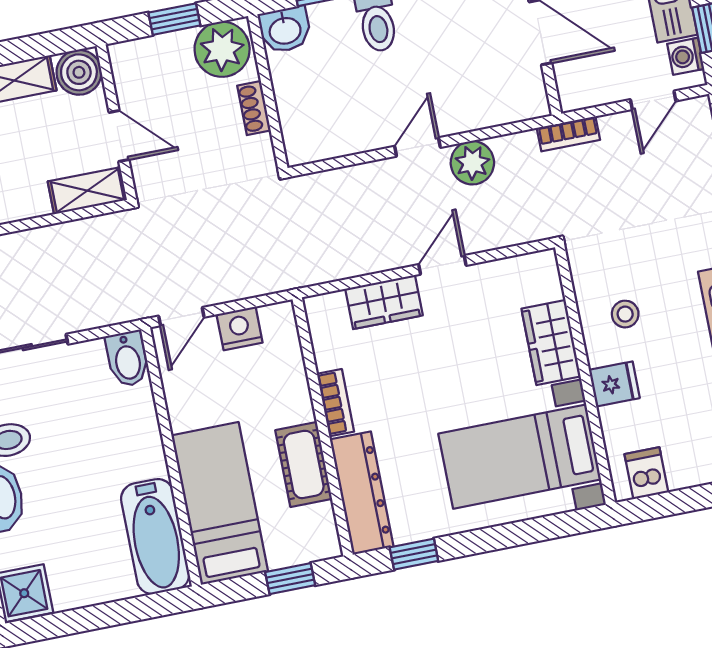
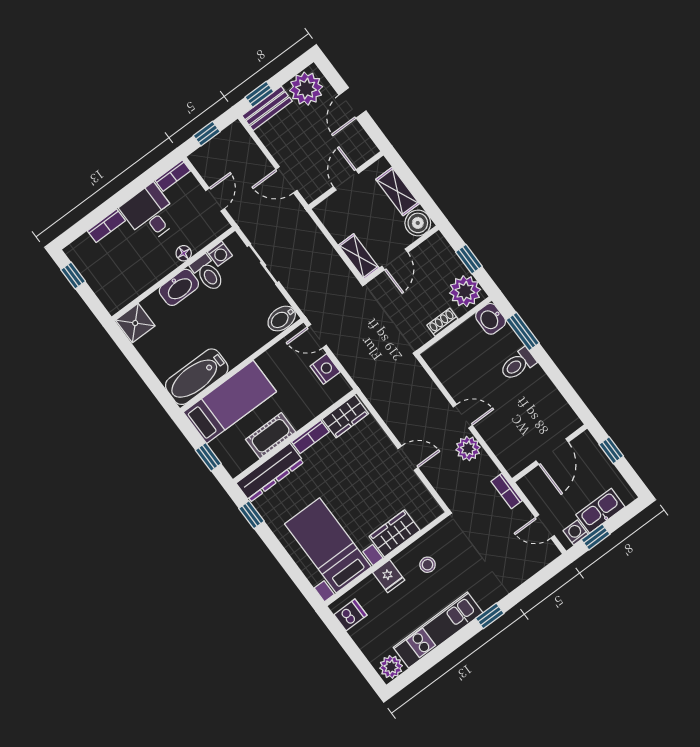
wardrobe: (384, 302) -> (345, 416), moved, turned -90

